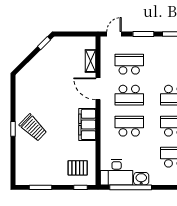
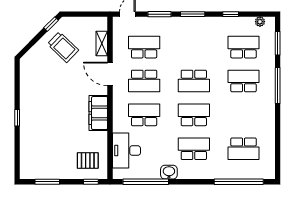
trolley: (33, 128) -> (63, 47), moved
desk: (117, 172) -> (126, 151), moved, turned 90
washbasin: (141, 179) -> (169, 172), moved

